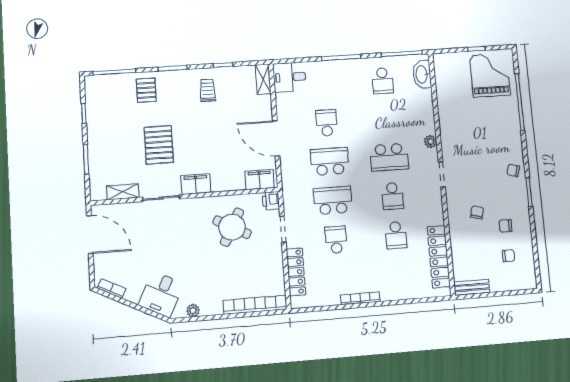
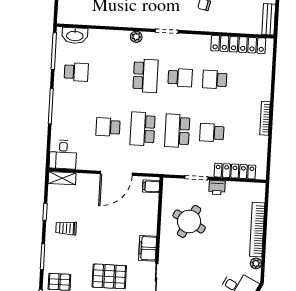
filing cabinet: (260, 180) -> (151, 186), width x0.50
printer: (271, 201) -> (217, 188), moved
school desk: (396, 235) -> (215, 79), turned 180
bookcase: (255, 305) -> (257, 230), moved

